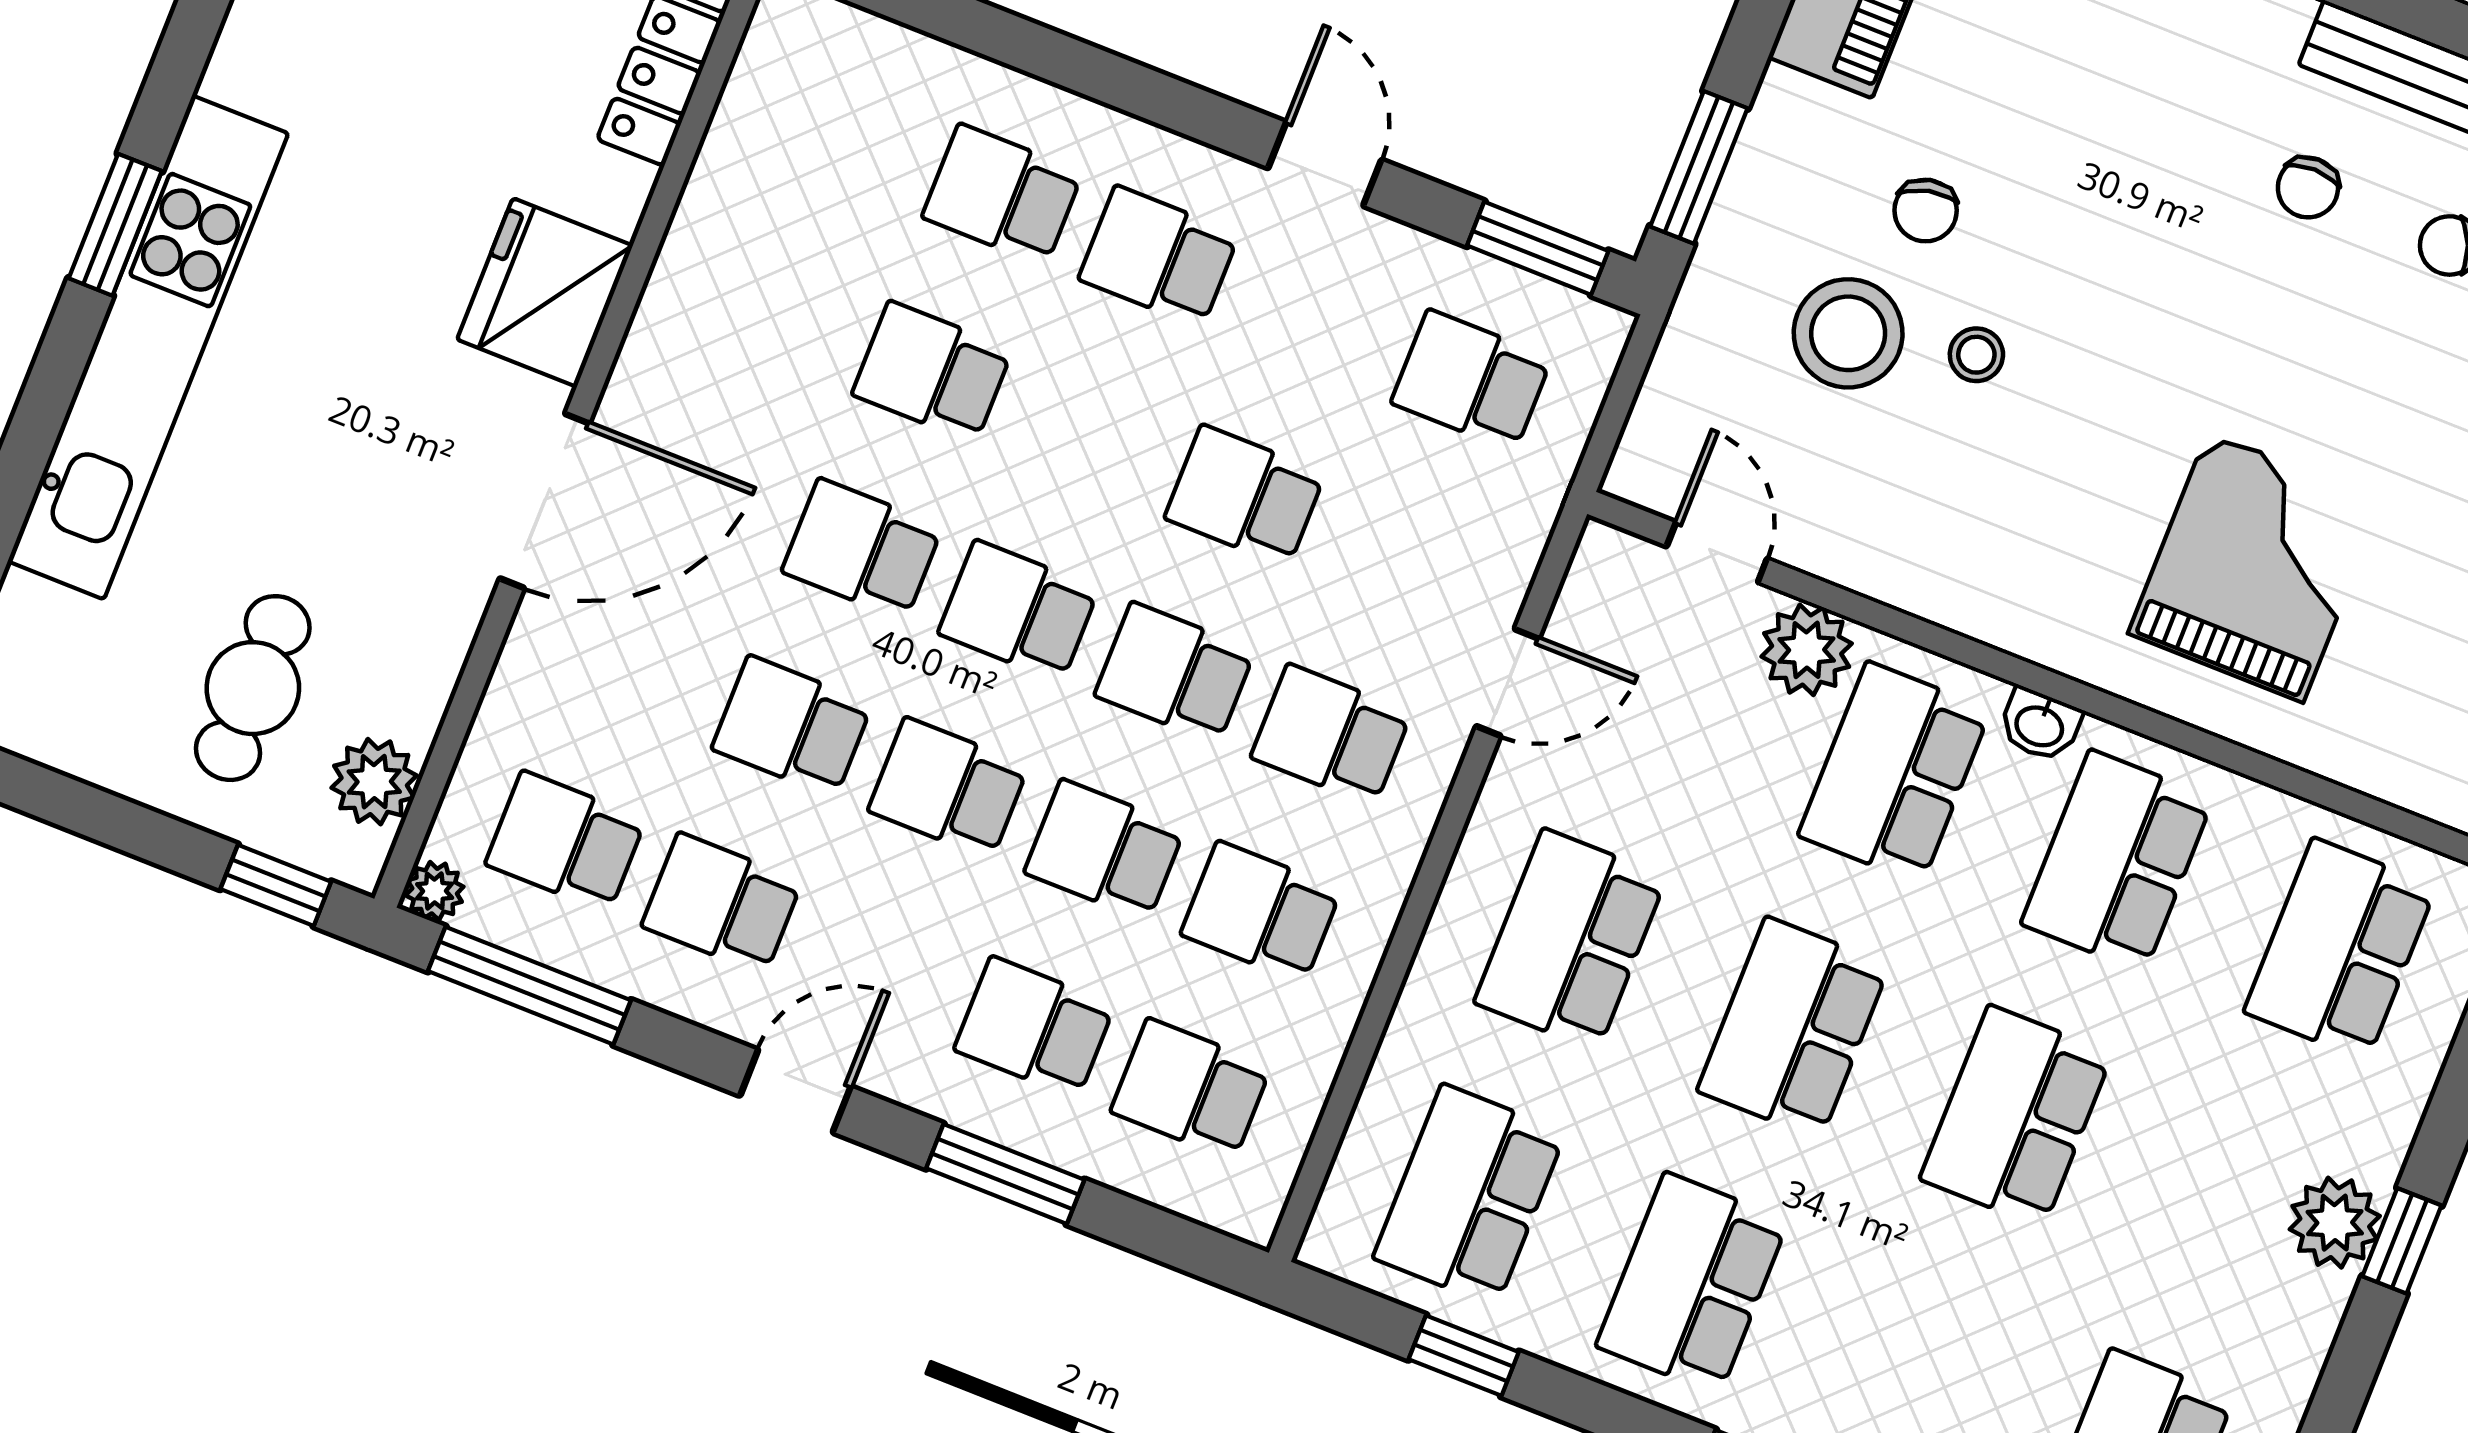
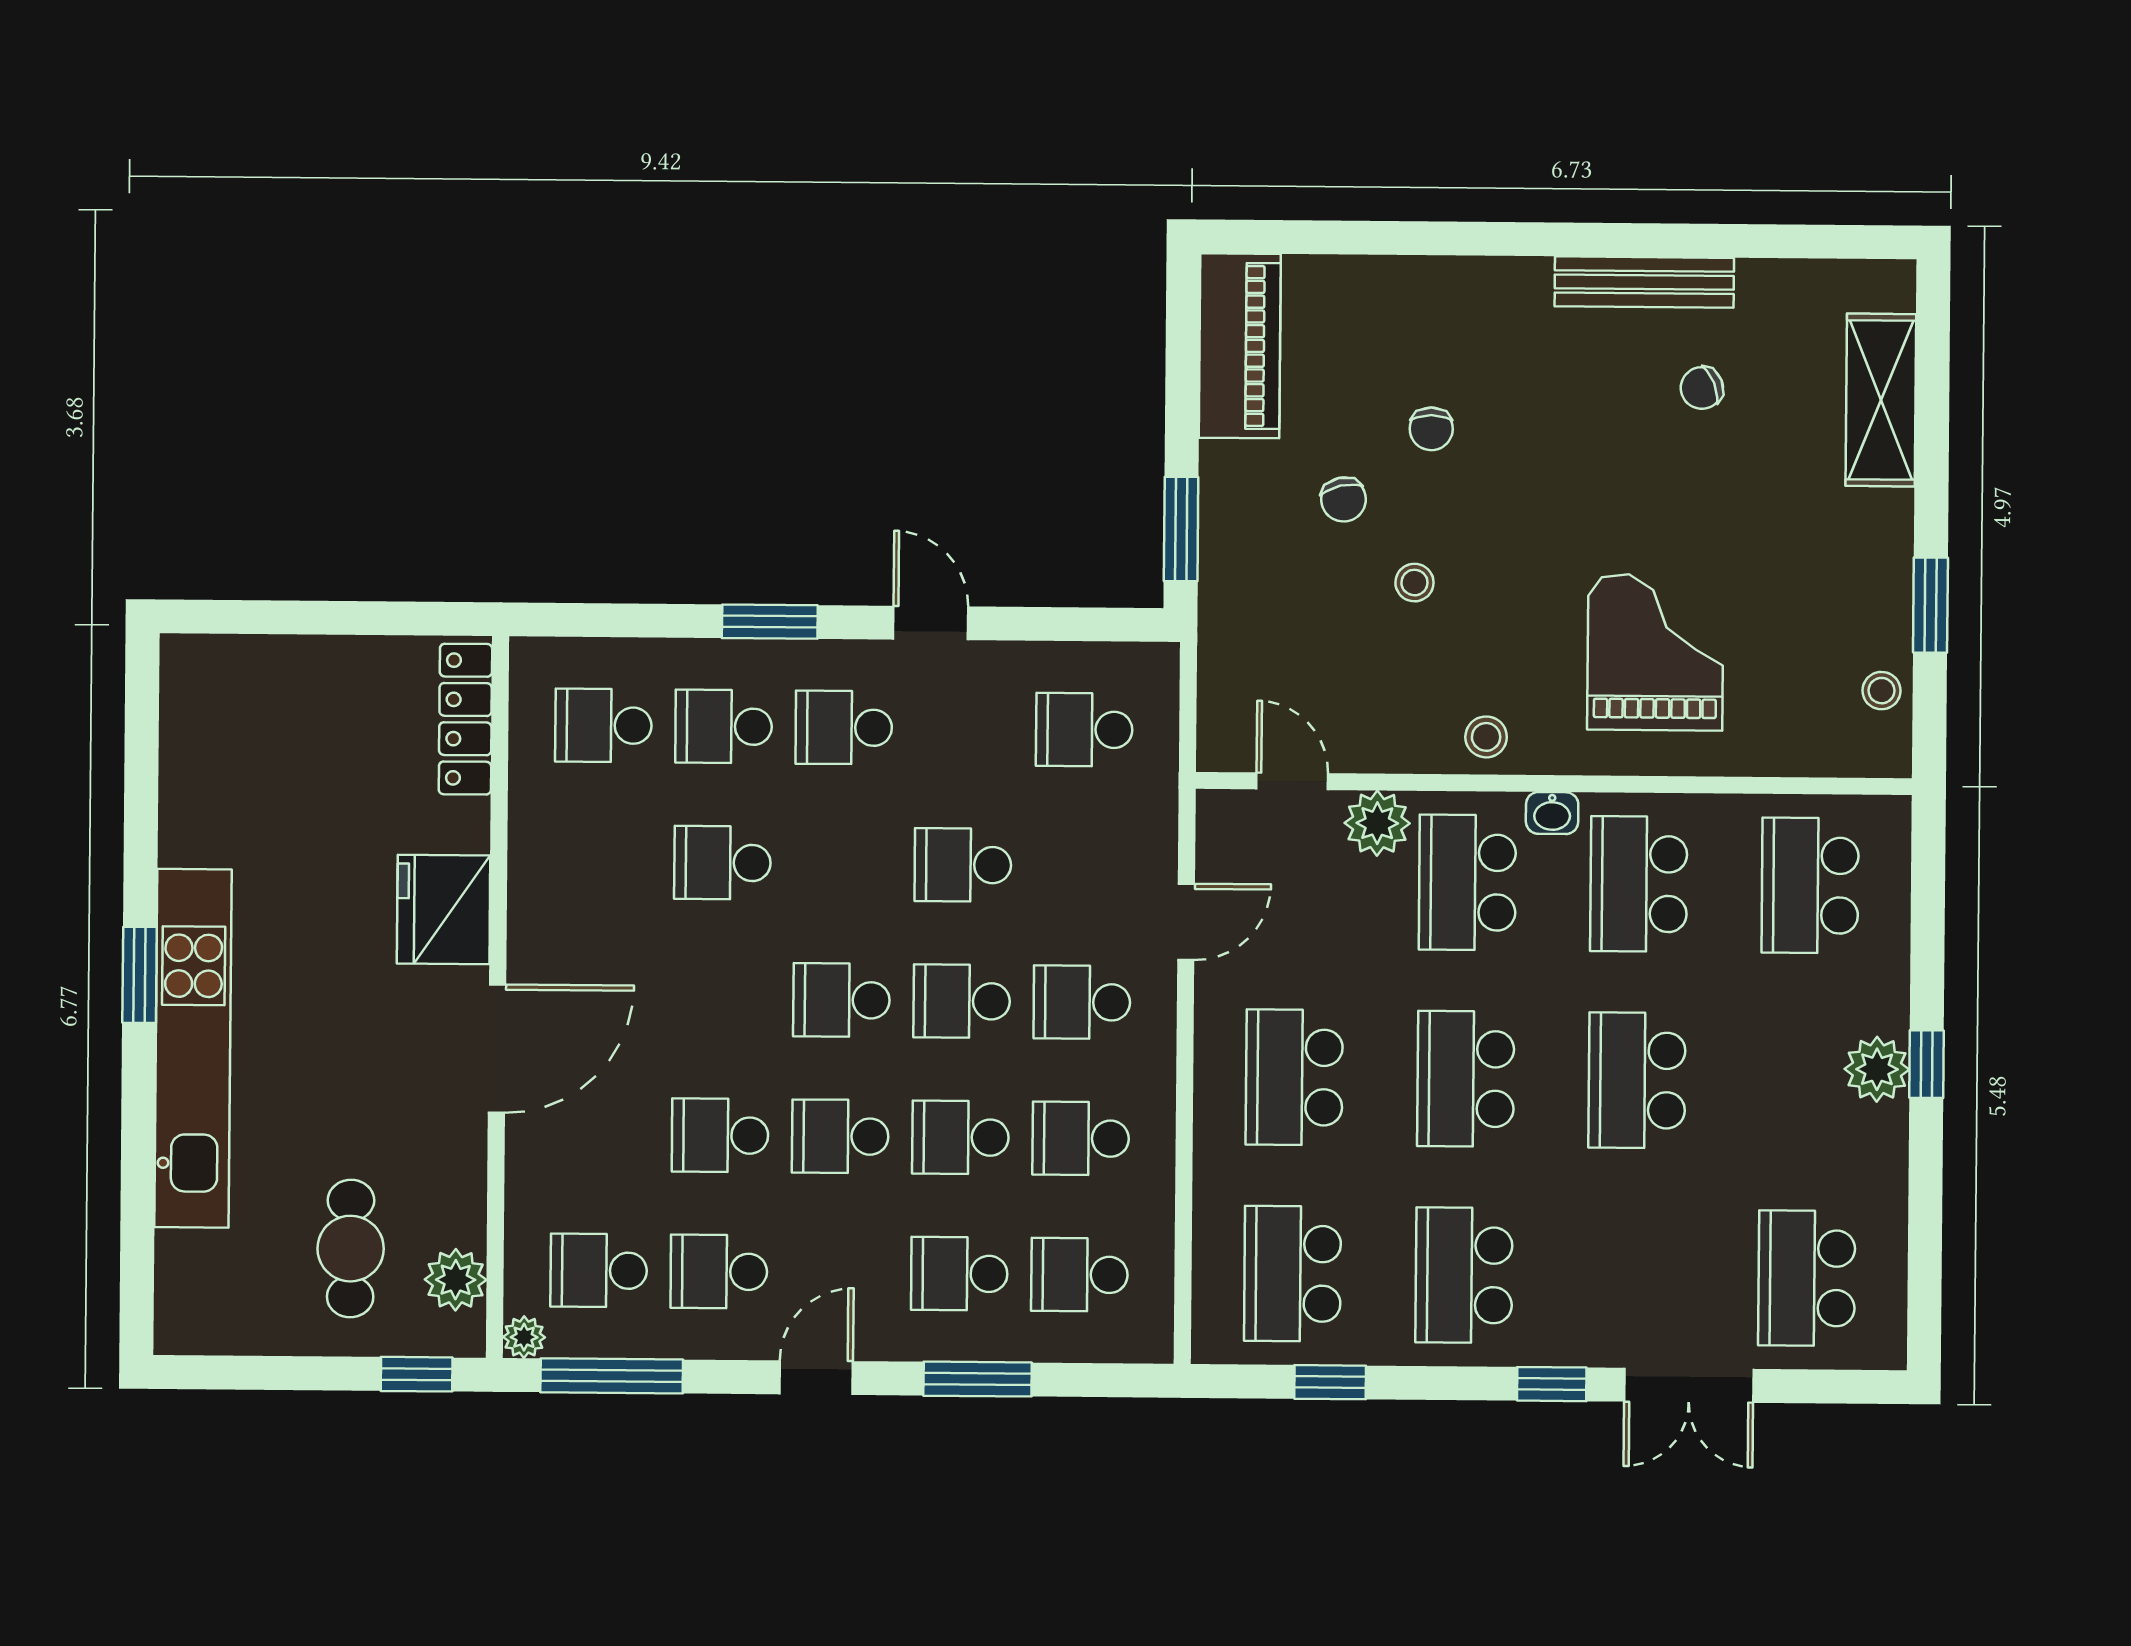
chair: (2308, 188) -> (1431, 429), moved
window: (1538, 248) -> (770, 622), moved
stool: (1848, 333) -> (1486, 737), moved, width x0.53, depth x0.53
school desk: (862, 549) -> (603, 725), moved

